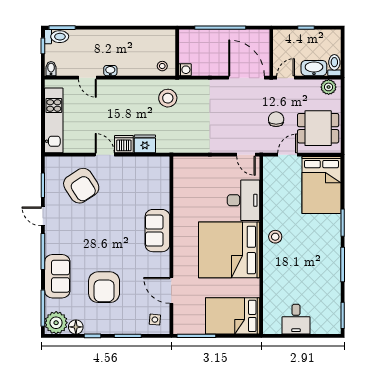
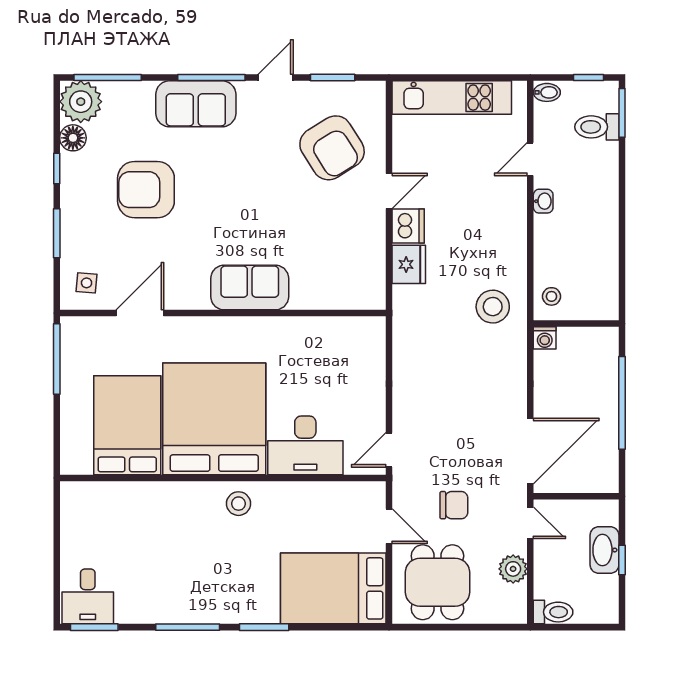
toilet: (57, 37) -> (597, 127), moved, turned 90
washbasin: (314, 68) -> (604, 550), moved, turned 180
plant: (329, 87) -> (513, 569), moved
armchair: (81, 186) -> (332, 148), turned -89
sofa: (57, 276) -> (196, 104), moved
bed: (233, 316) -> (127, 425), moved
desk: (296, 319) -> (88, 596), moved, turned -90

